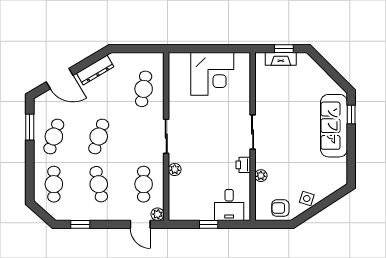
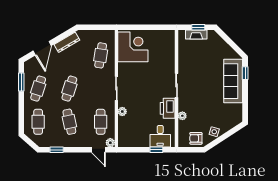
corner desk: (212, 74) -> (133, 47), moved, turned -90
door: (60, 79) -> (42, 48), hinge flipped
printer: (243, 165) -> (168, 108), width x1.87, depth x1.48
window: (209, 224) -> (156, 150), moved

